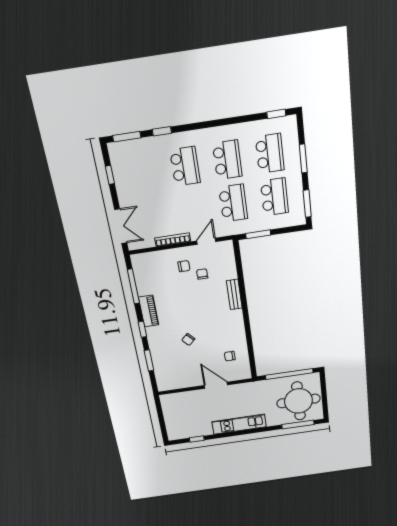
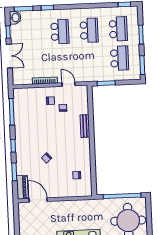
washbasin: (116, 152) -> (15, 18), added
school desk: (233, 203) -> (90, 59), removed
double door: (121, 226) -> (9, 56), moved
door: (206, 241) -> (69, 84), hinge flipped
piano: (149, 311) -> (22, 187), moved
door: (216, 385) -> (38, 200), moved

